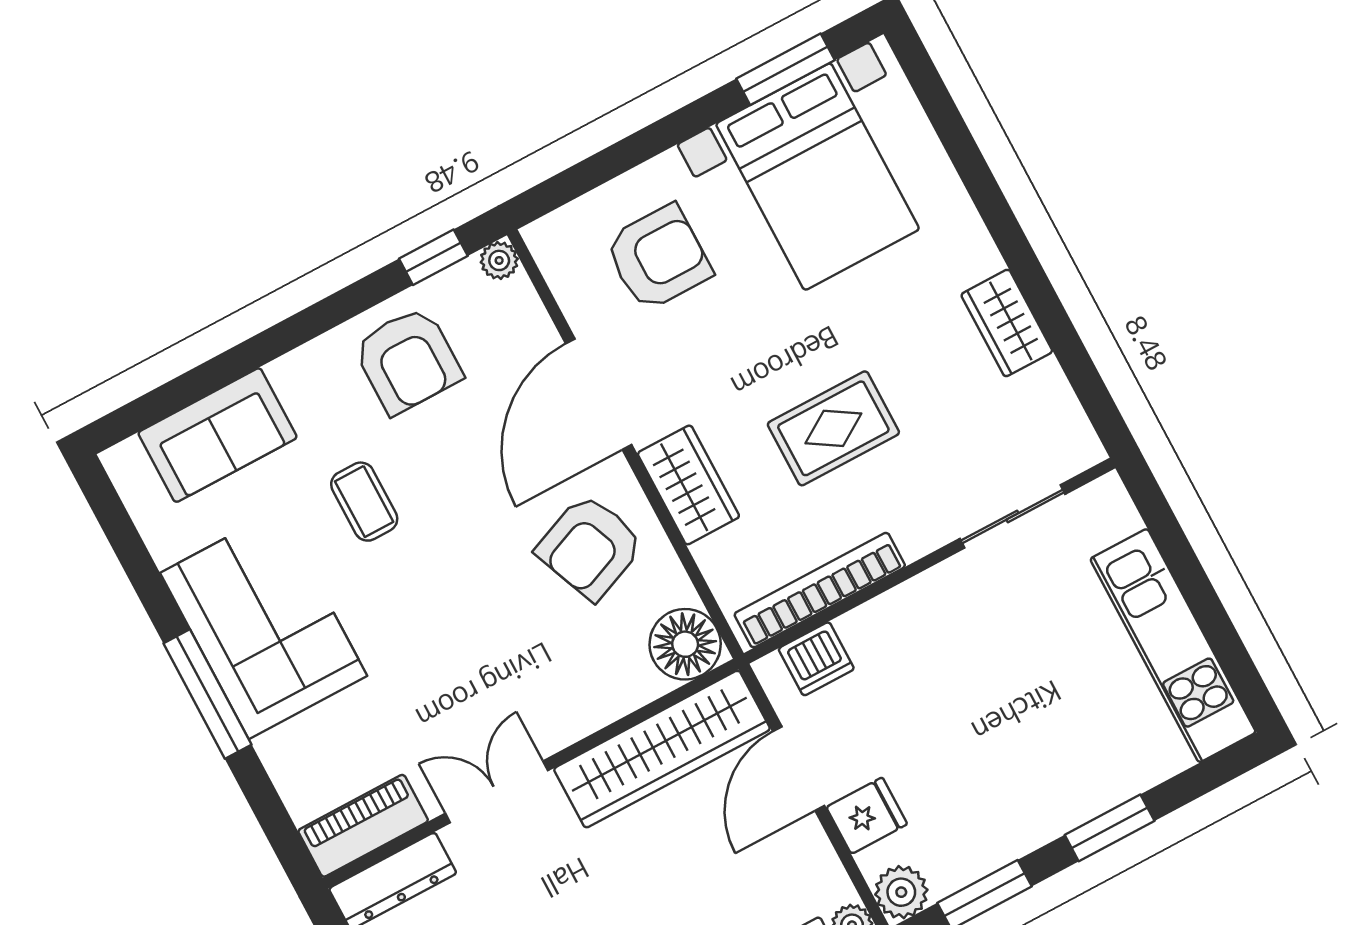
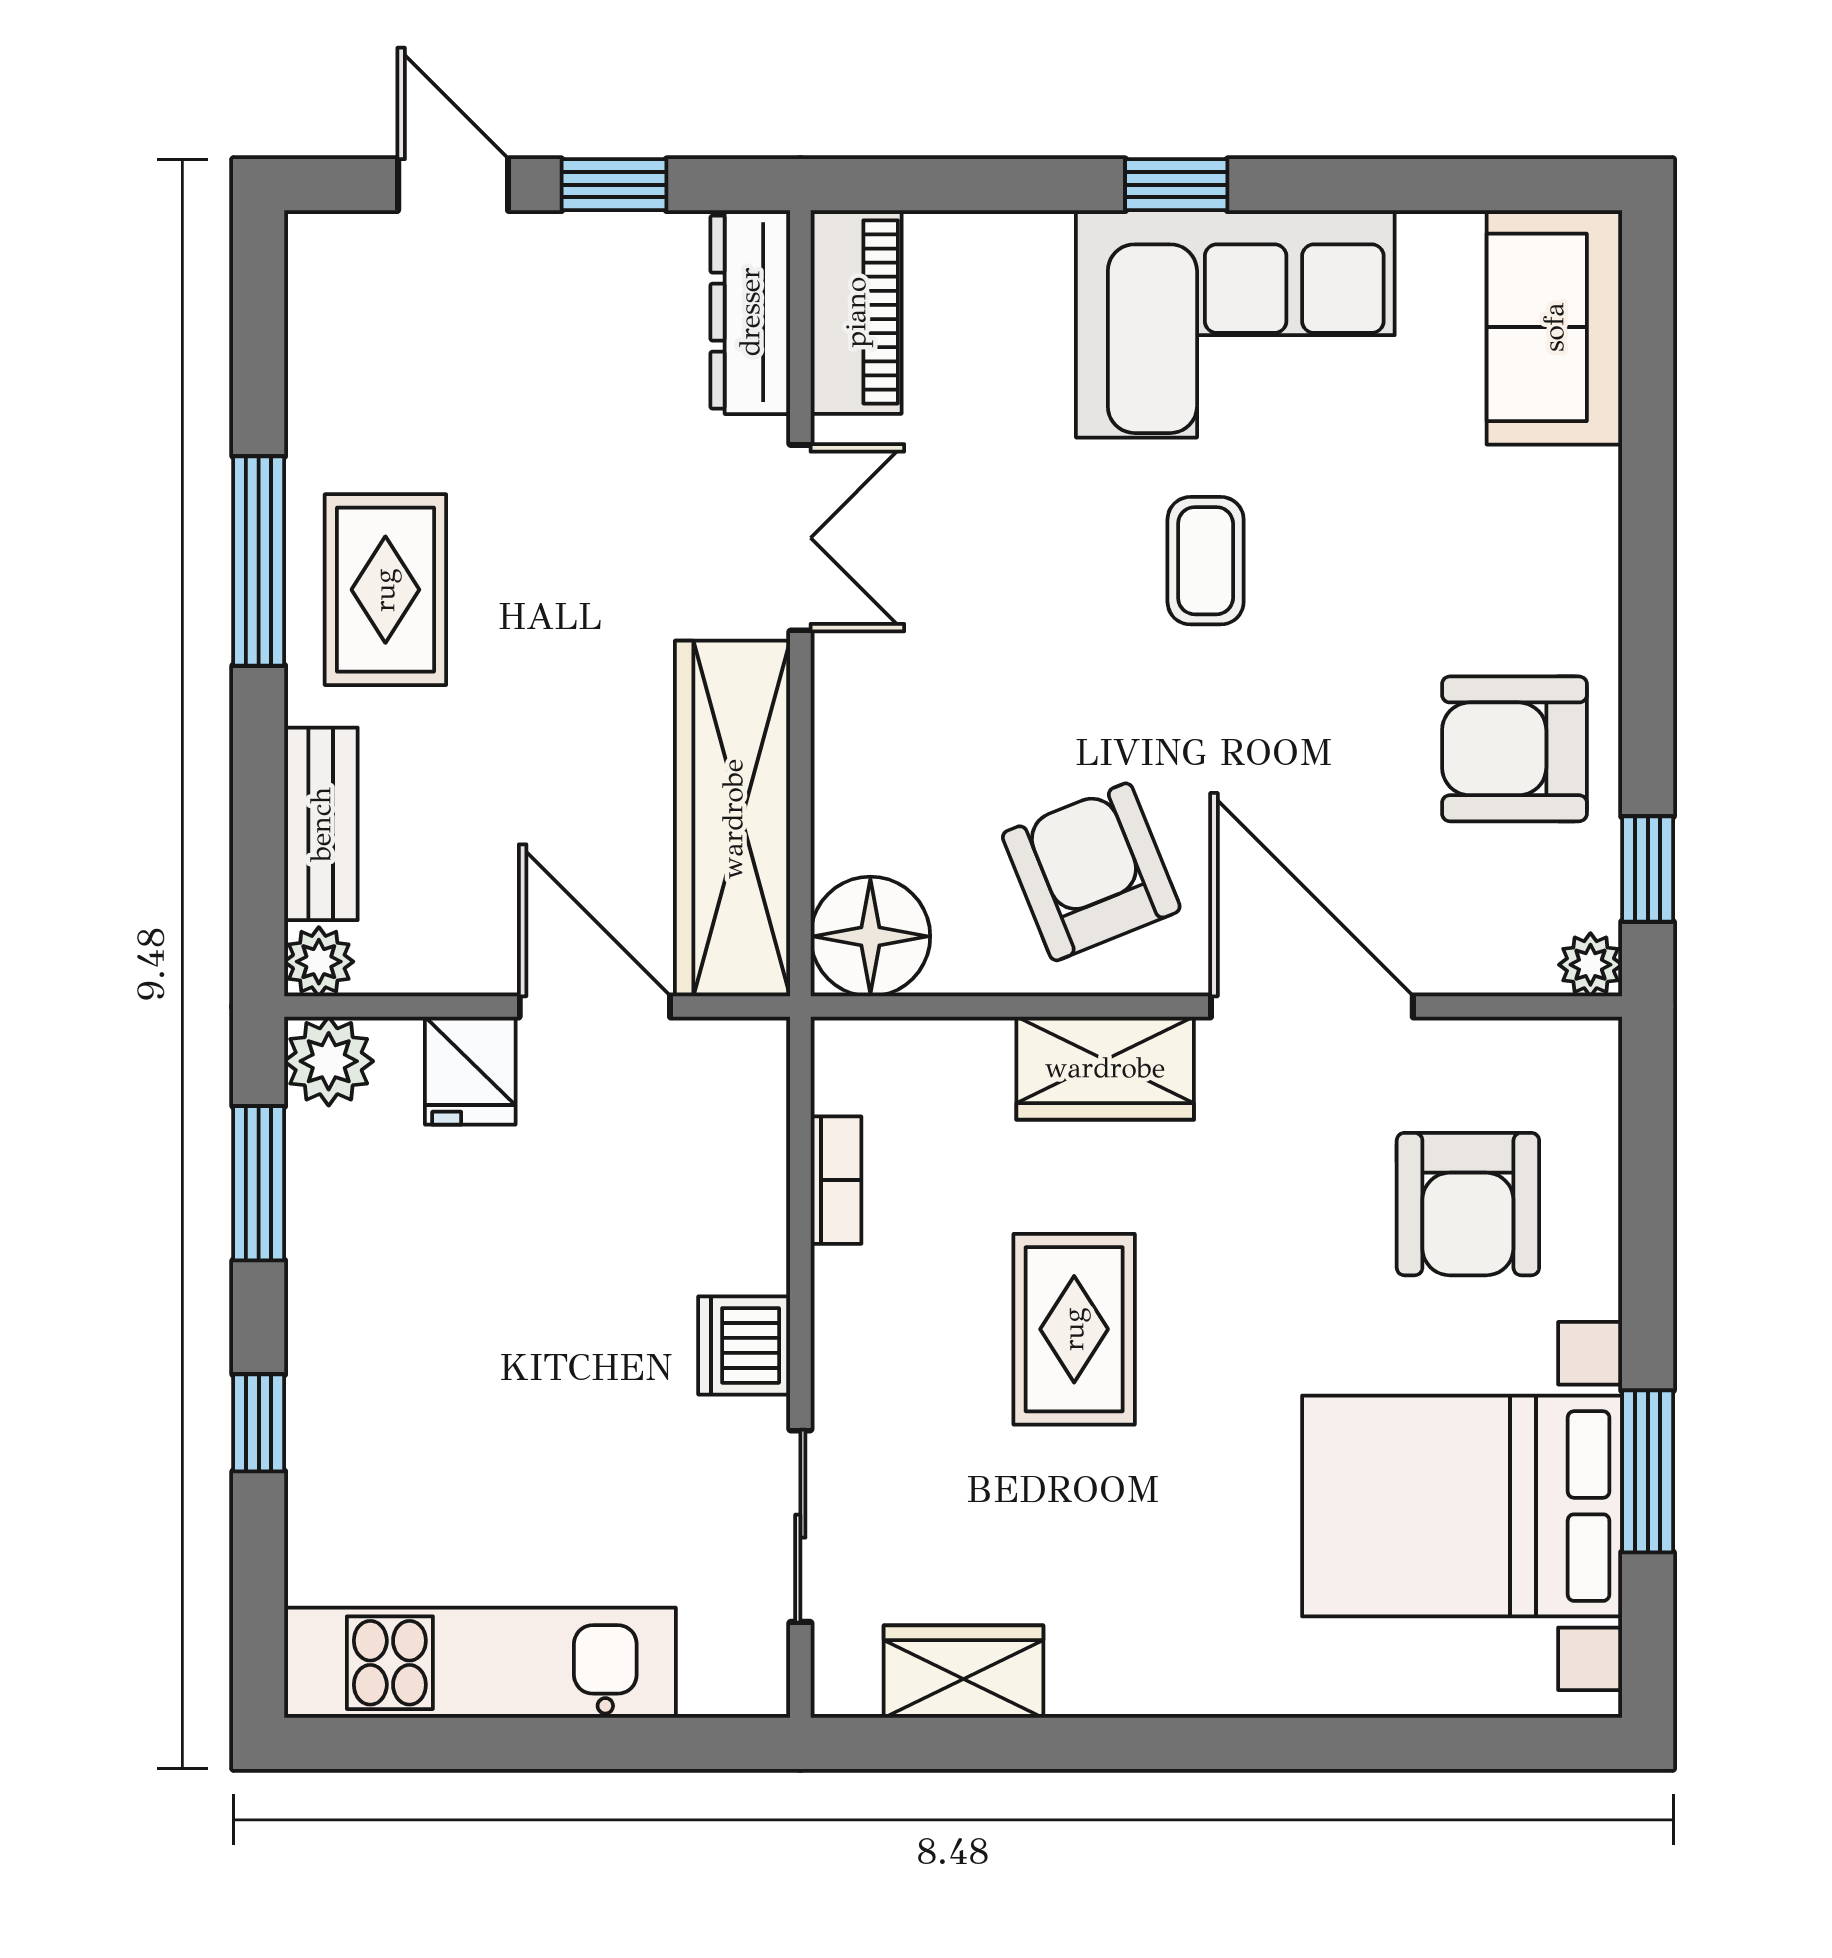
window: (785, 69) -> (1648, 1471), moved
wardrobe: (1007, 323) -> (964, 1672), moved
sofa: (217, 435) -> (1554, 327), moved
coffee table: (364, 502) -> (1206, 561), moved, turned 90
bookcase: (820, 590) -> (836, 1180), width x0.43, depth x0.76
dishwasher: (816, 659) -> (744, 1345), moved
window: (207, 694) -> (1176, 185), width x0.46
window: (1110, 828) -> (259, 1423), width x0.67

